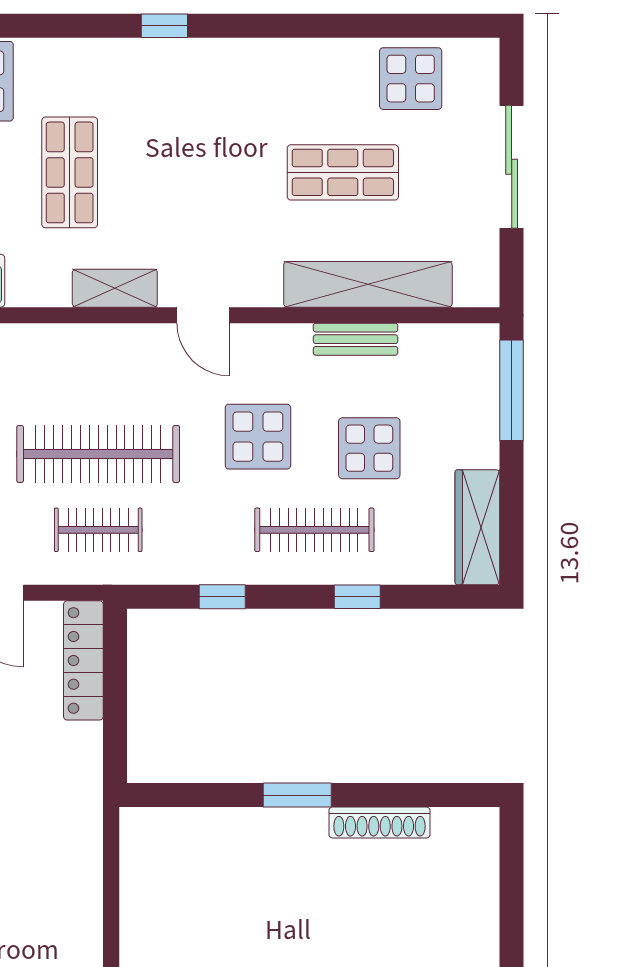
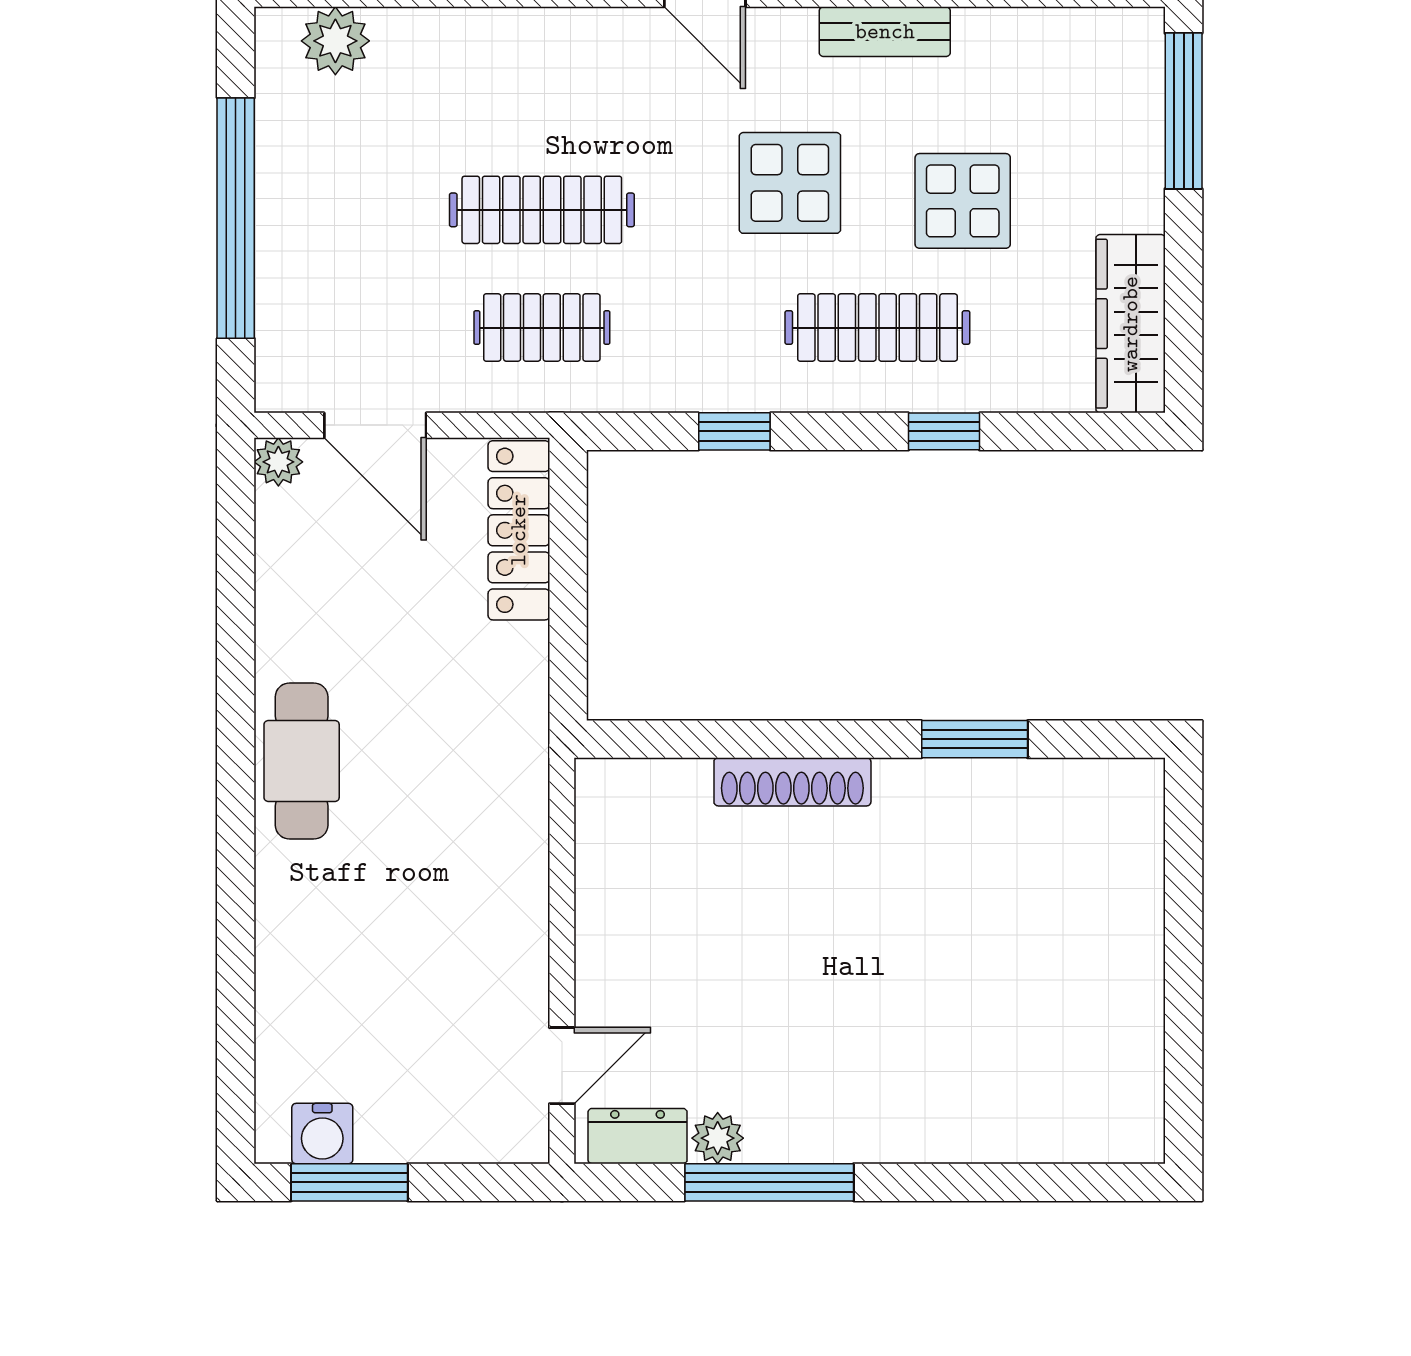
bench: (356, 339) -> (885, 32), moved
clothes rail: (98, 454) -> (542, 210), width x0.73, depth x0.76
window: (297, 795) -> (975, 739), moved
shoe rack: (379, 822) -> (792, 782), moved

